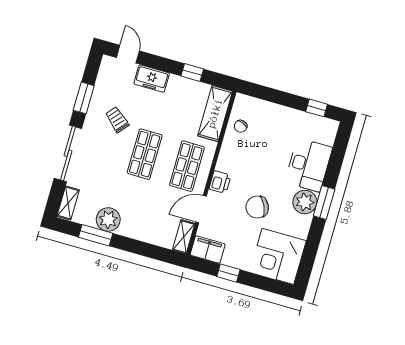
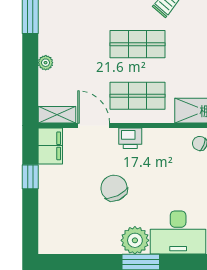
plant: (108, 220) -> (46, 63), moved, width x0.53, depth x0.53
corner desk: (278, 256) -> (65, 227), removed

